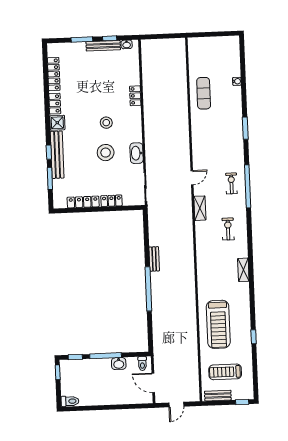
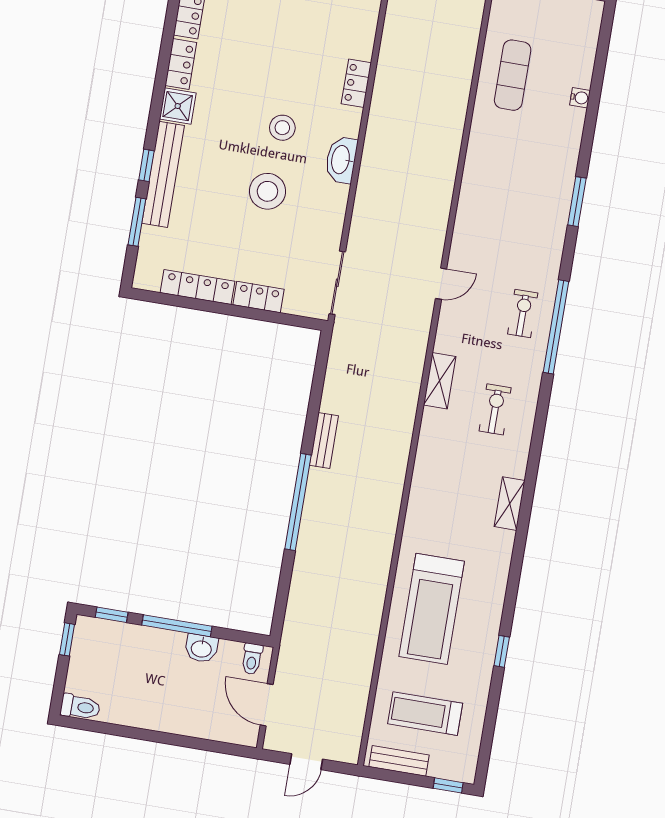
exercise mat: (204, 93) -> (513, 75), moved
washbasin: (137, 153) -> (341, 160), moved
shelving: (200, 208) -> (440, 381), moved

